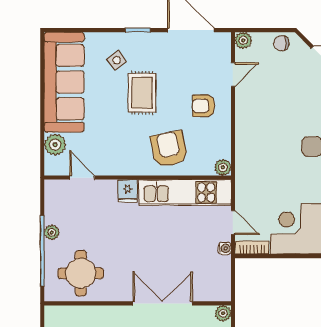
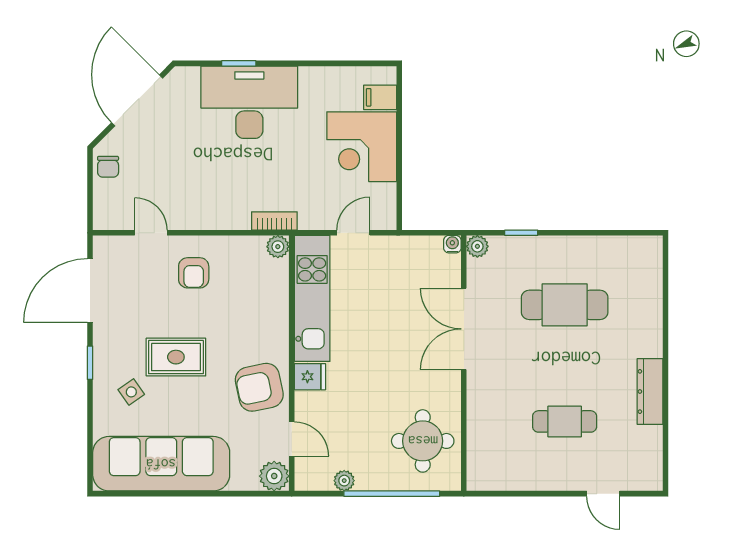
plant: (243, 40) -> (104, 219), removed
plant: (55, 145) -> (274, 476), moved
armchair: (169, 149) -> (259, 387), moved
door: (82, 178) -> (292, 439), swing flipped
plant: (52, 232) -> (344, 481), moved
water cooler: (225, 248) -> (452, 244), moved
bookcase: (252, 248) -> (274, 221), moved, turned 90

